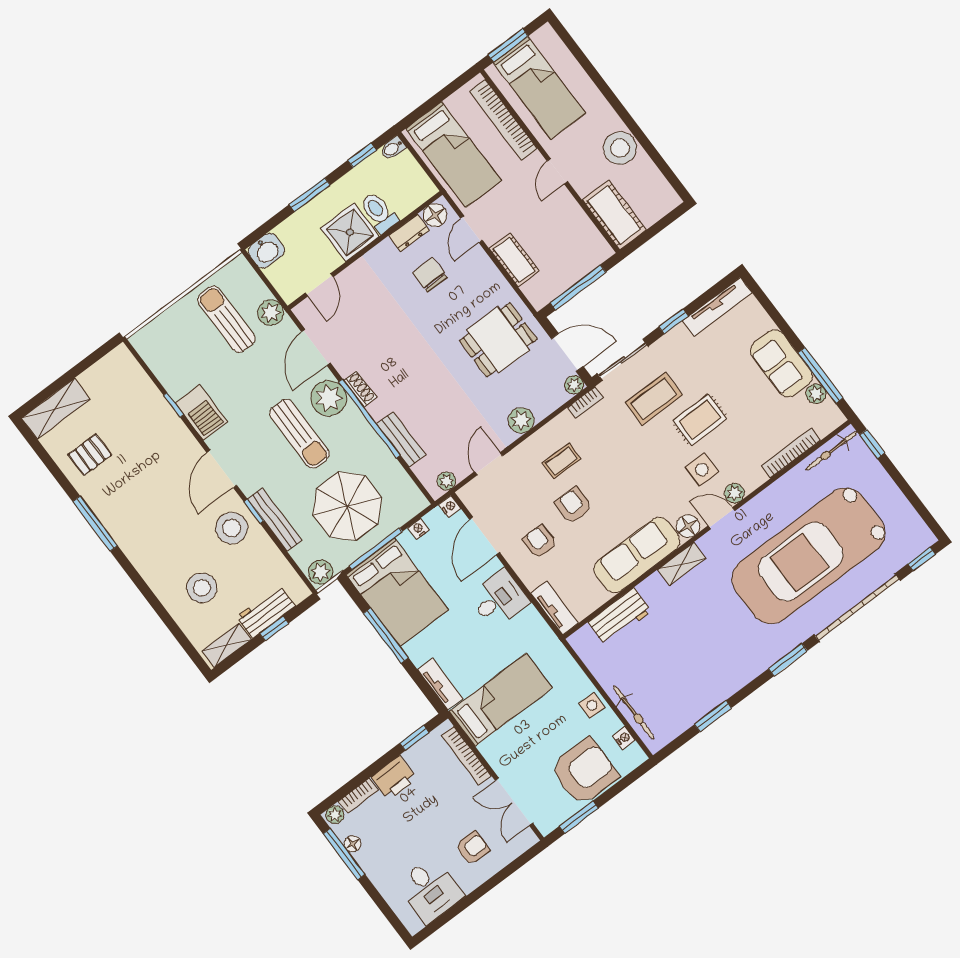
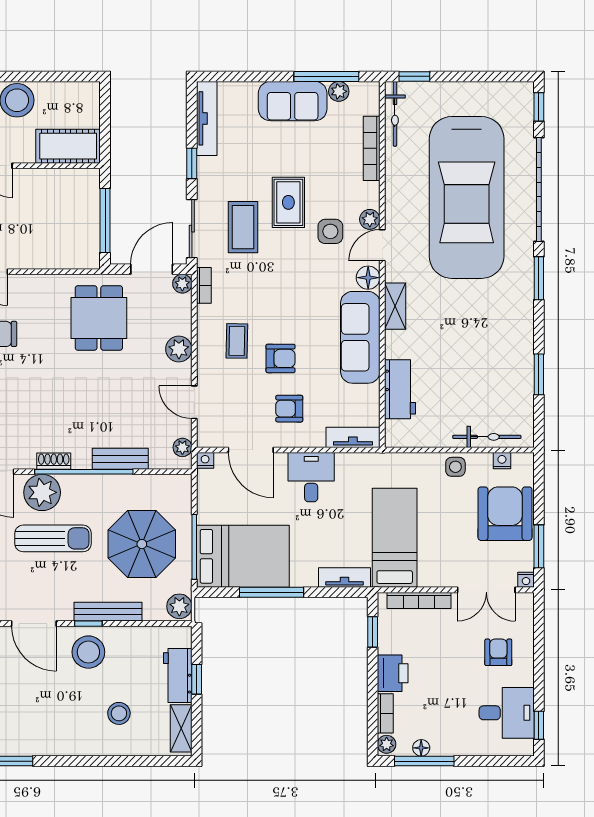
cot: (514, 260) -> (43, 256), removed
armchair: (574, 505) -> (280, 358), turned 180
nightstand: (419, 529) -> (526, 580), moved, turned -90
stool: (202, 588) -> (119, 713), width x0.73, depth x0.73
window: (439, 922) -> (539, 725), added

